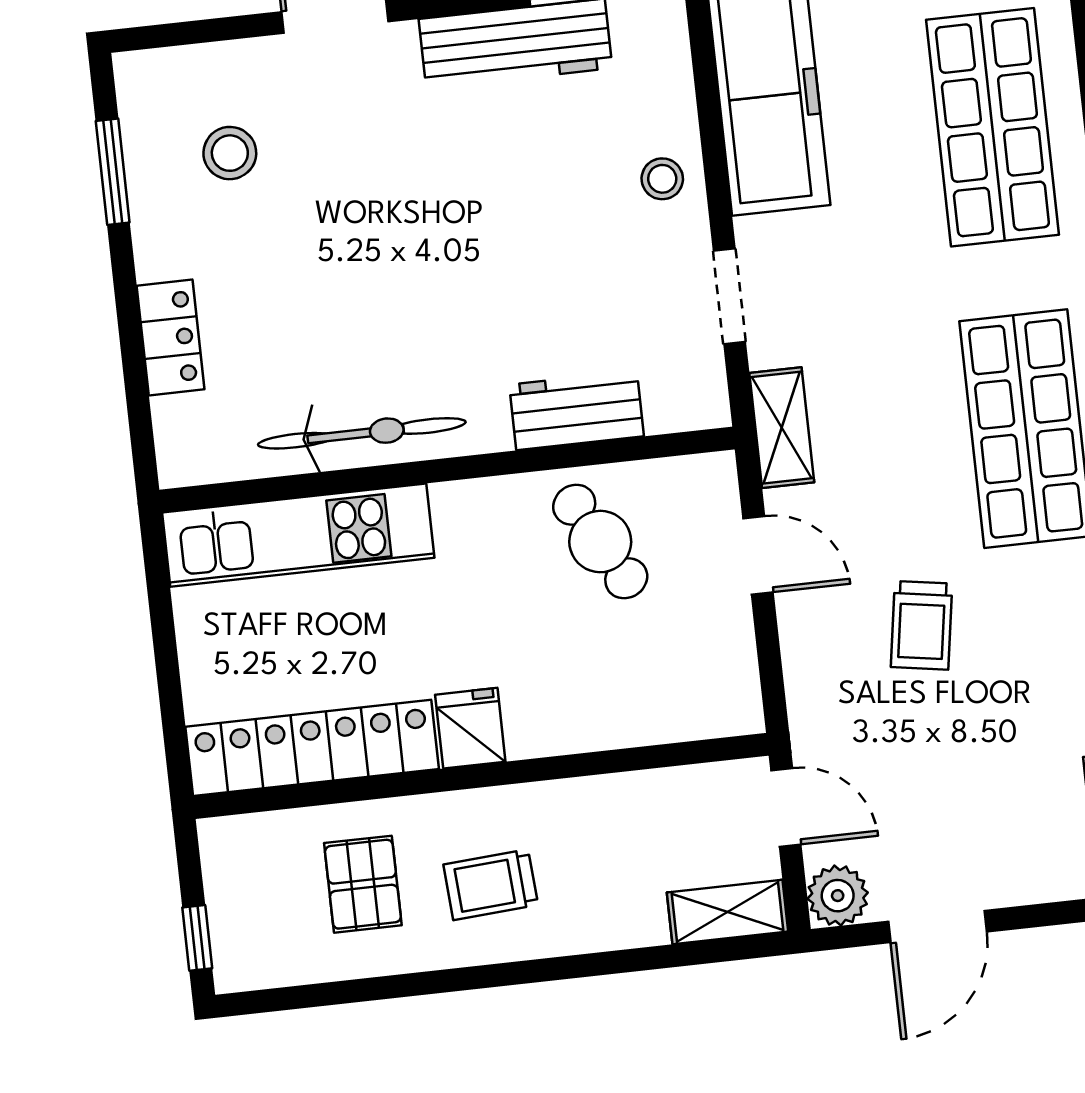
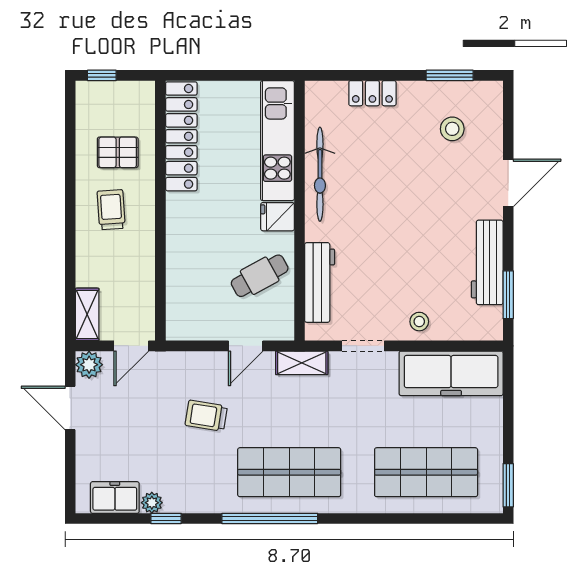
workbench: (577, 410) -> (320, 282), width x1.38
fridge: (470, 728) -> (278, 217), moved, turned 180

